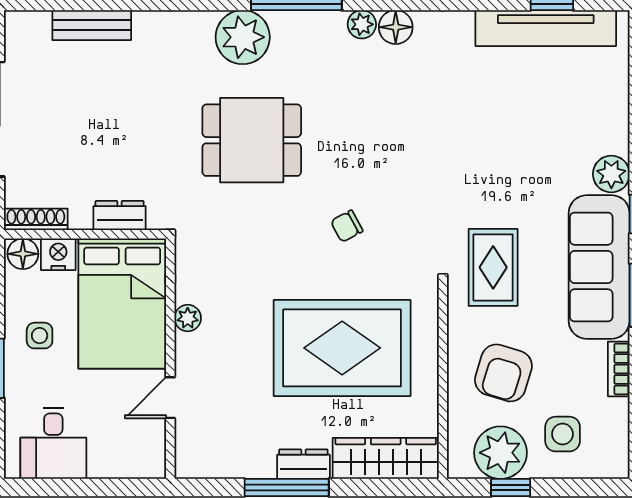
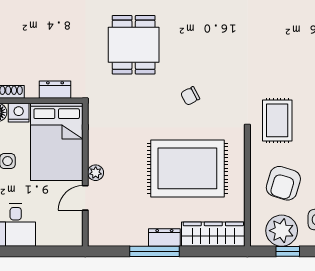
dining table: (252, 140) -> (134, 45), turned 90
plant: (188, 318) -> (96, 173), moved

